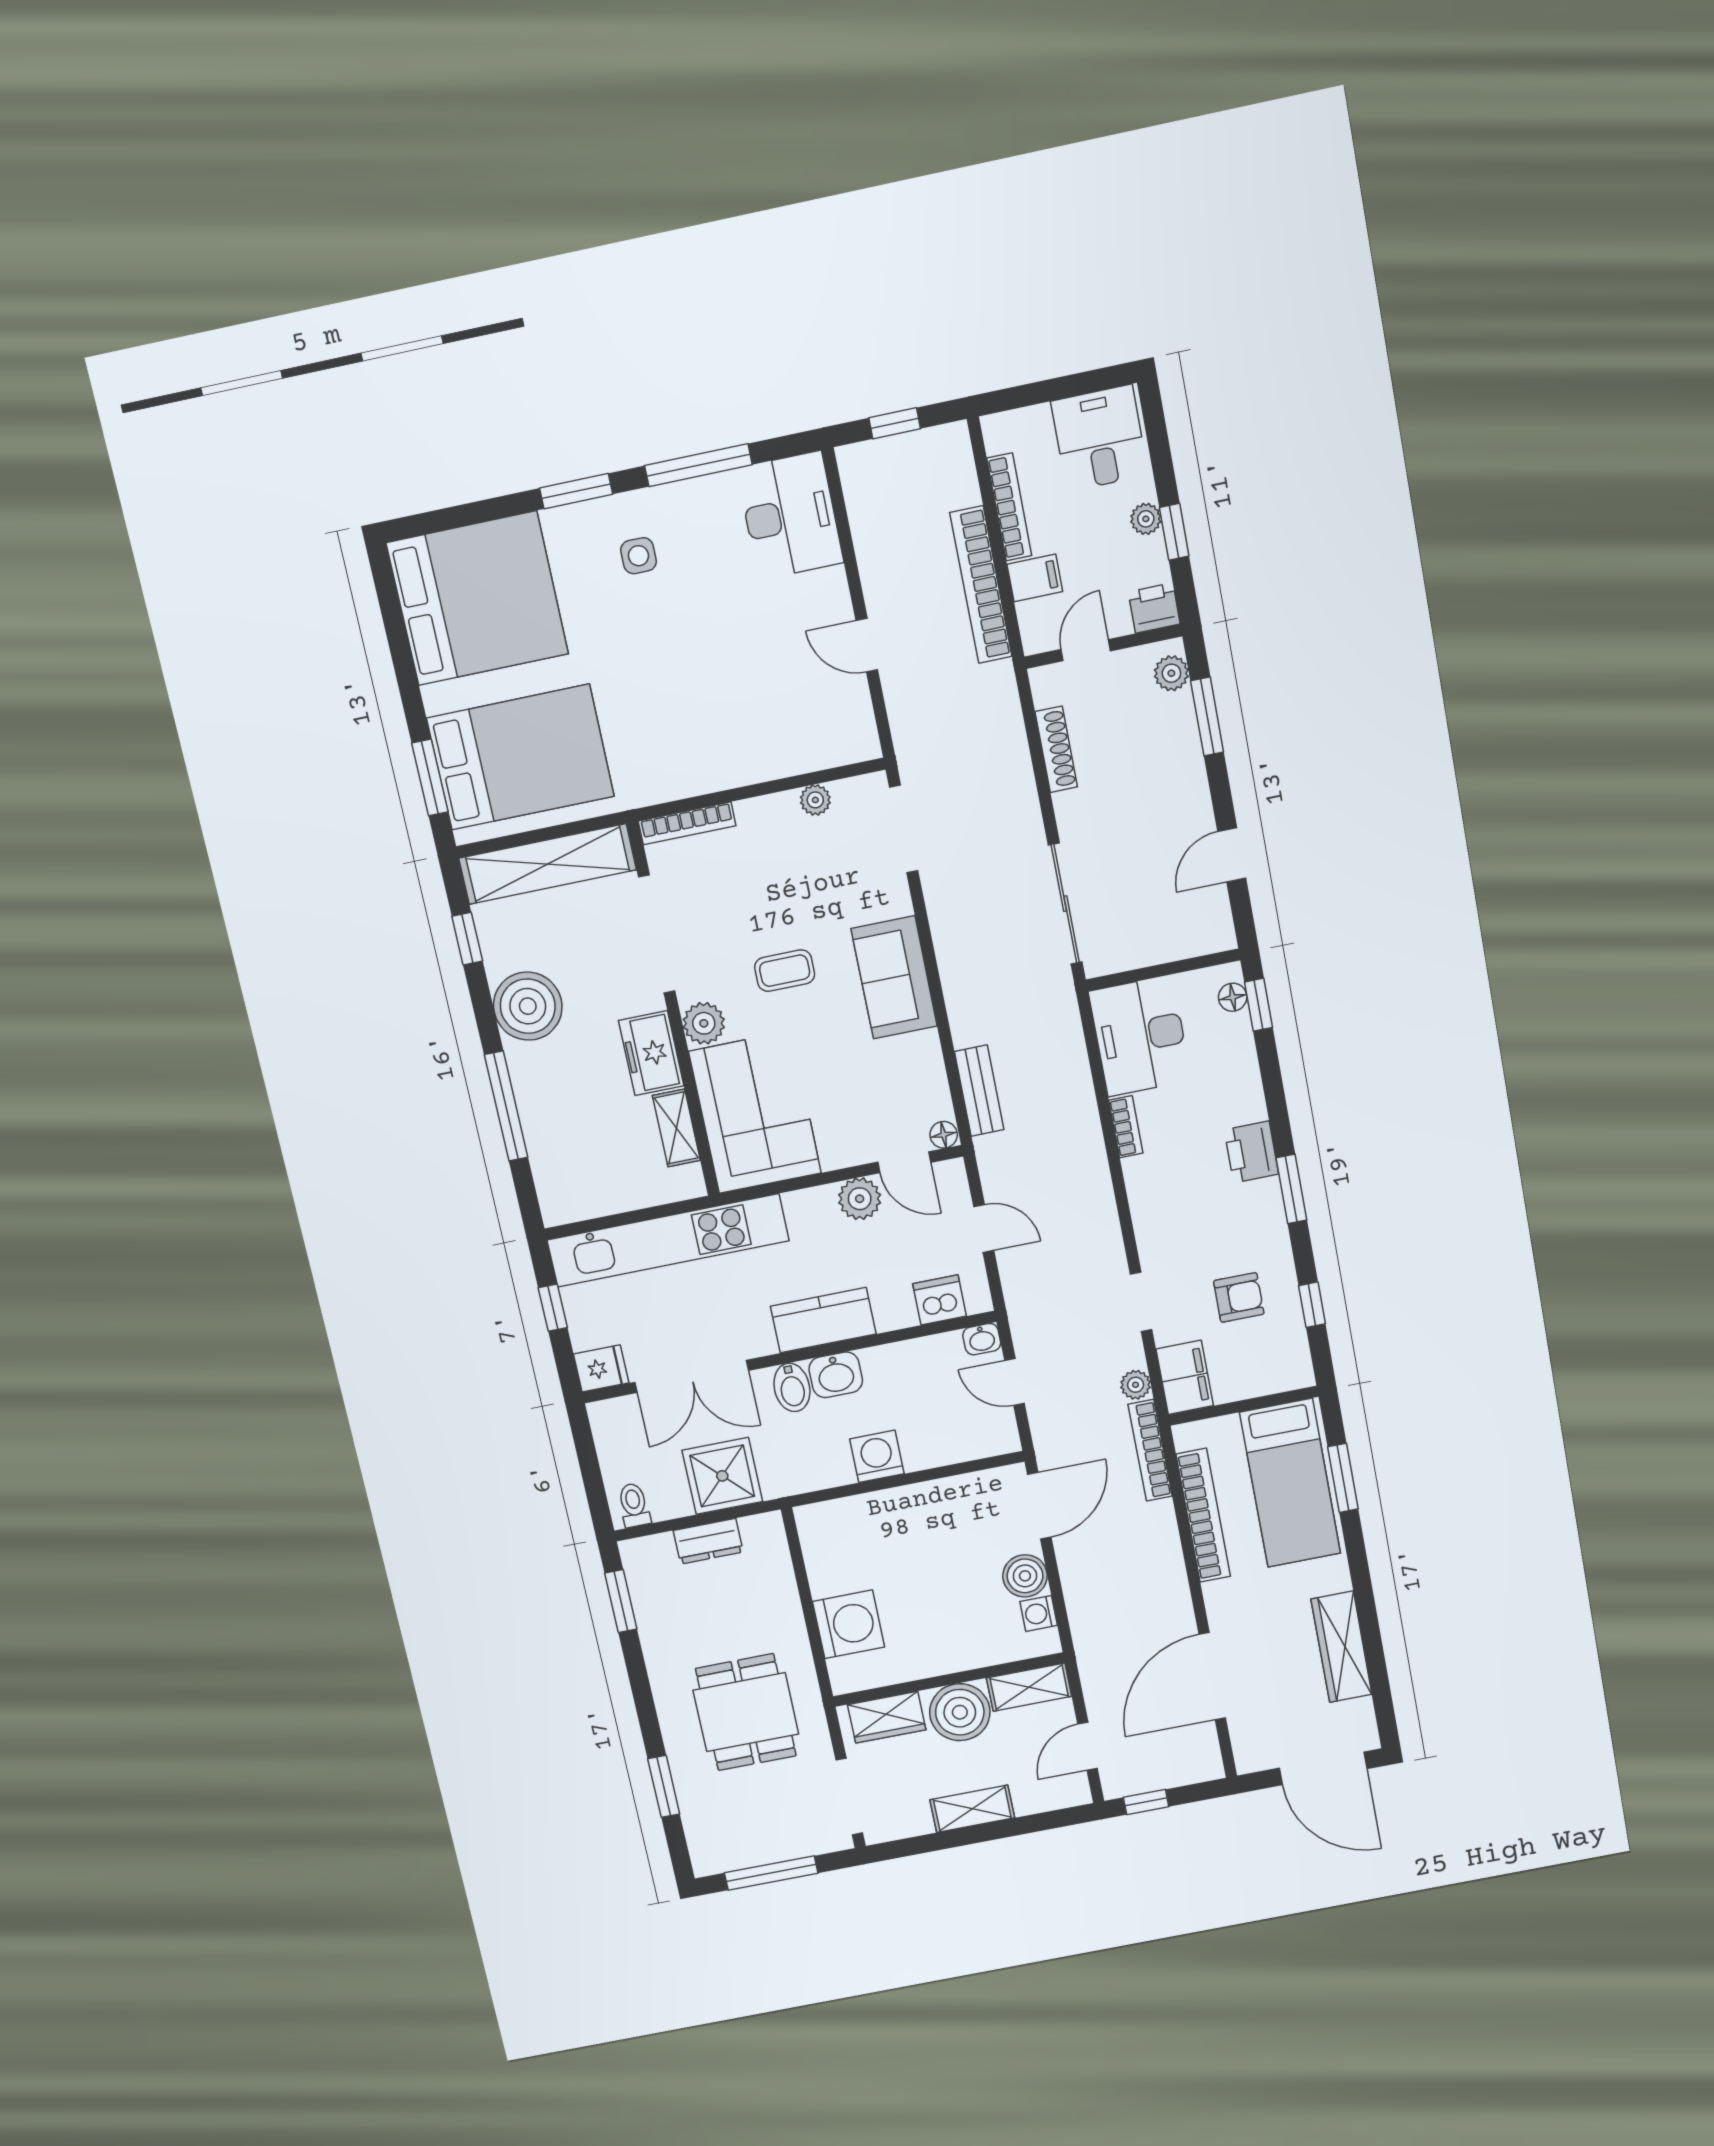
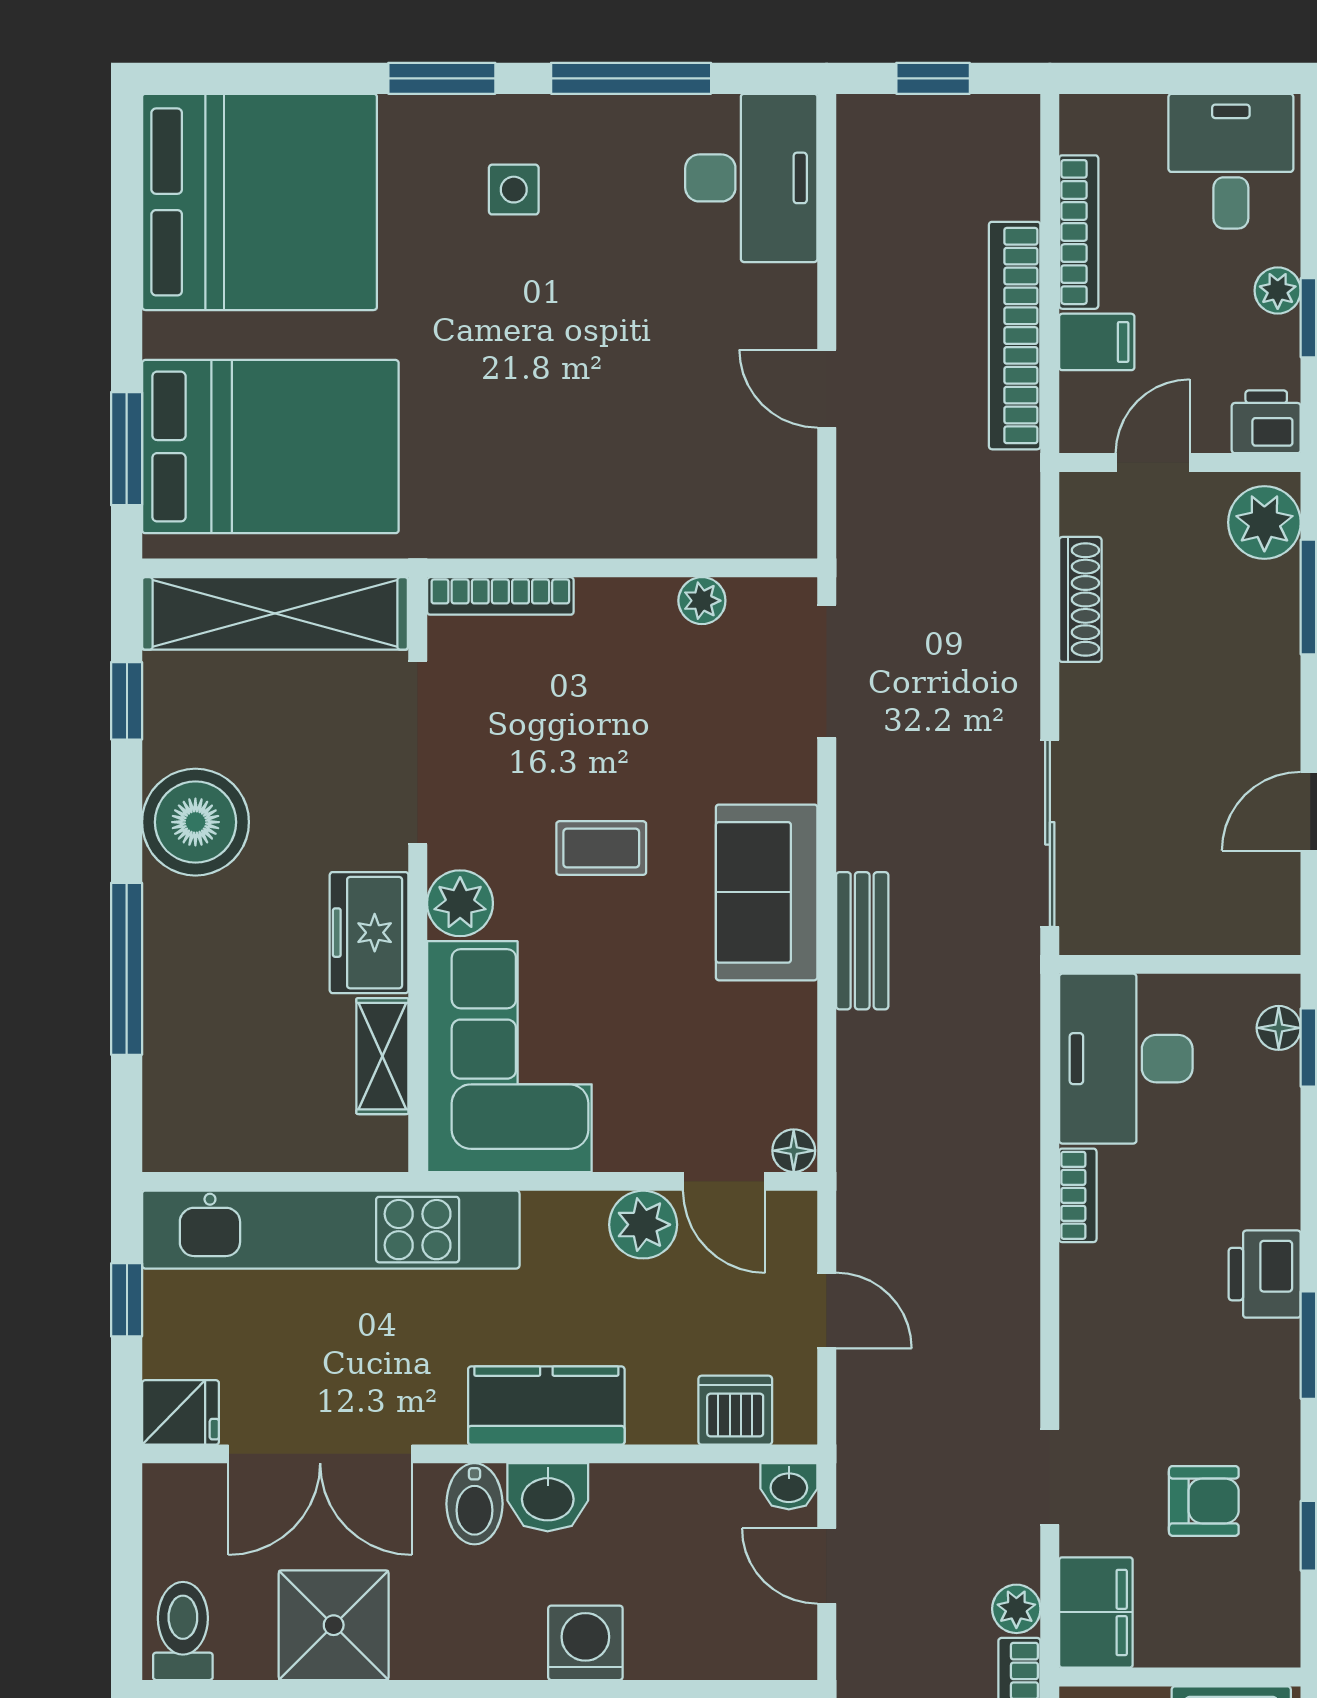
plant: (1171, 673) -> (1264, 522), width x1.38, depth x1.38
bench: (979, 1091) -> (862, 941), moved
toilet: (634, 1505) -> (183, 1631), width x1.37, depth x1.39

